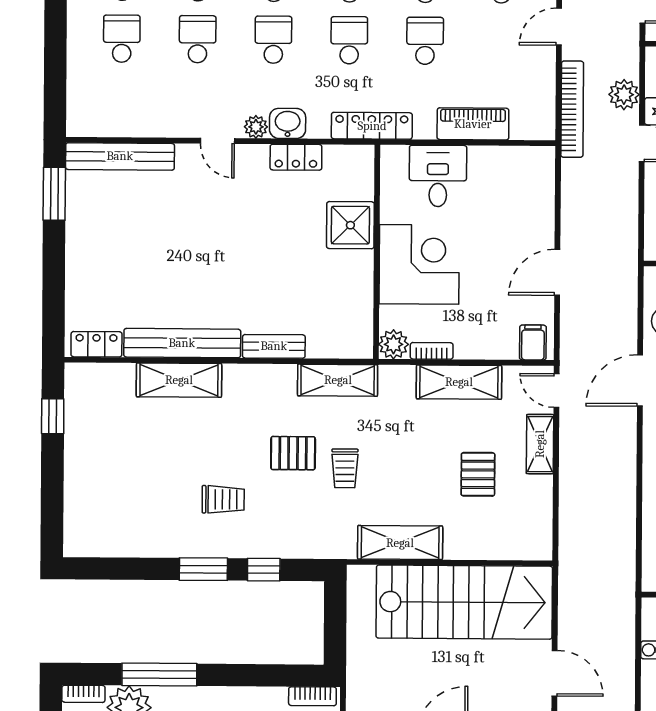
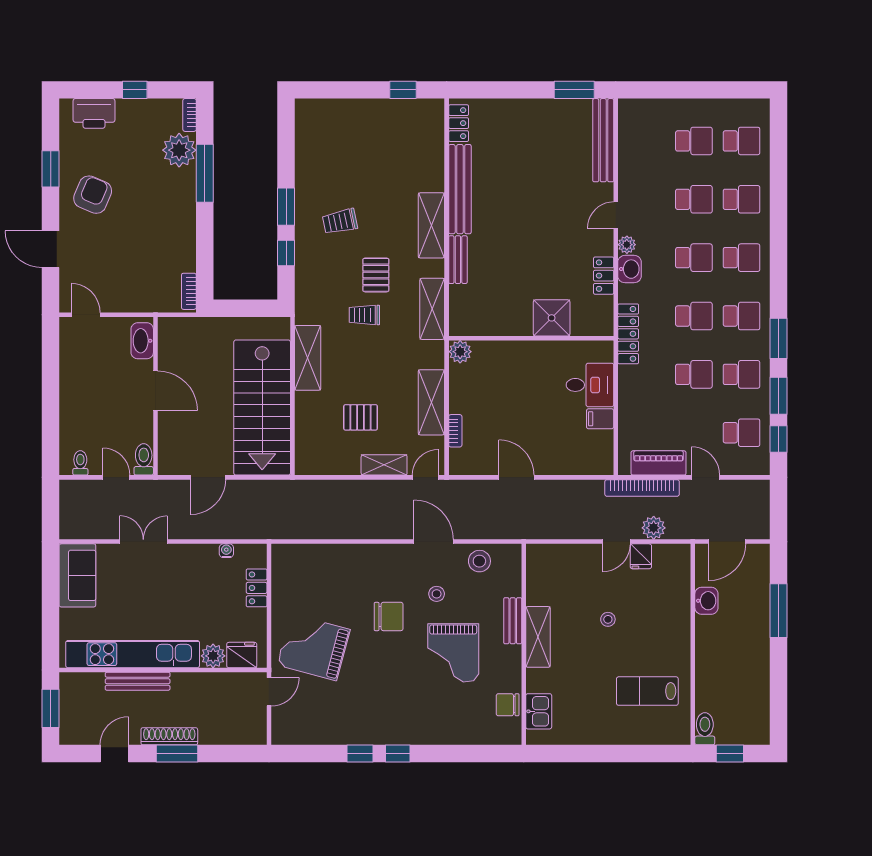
piano: (473, 124) -> (659, 463), moved, turned -90
corner desk: (419, 264) -> (522, 371), removed
filing cabinet: (533, 342) -> (600, 419), moved, turned 180
bookcase: (432, 351) -> (455, 431), moved
shelving: (179, 380) -> (431, 225), moved
trolley: (223, 499) -> (340, 221), turned 78

